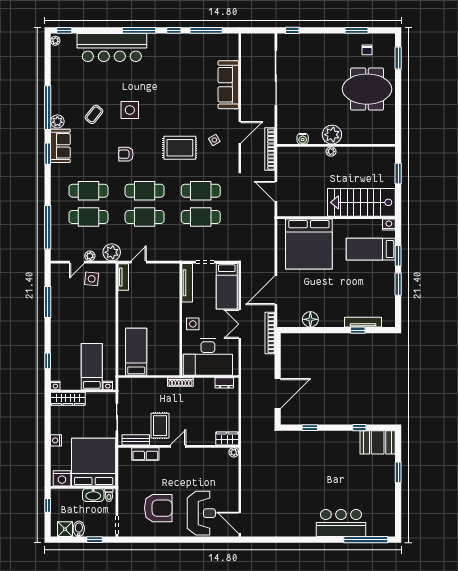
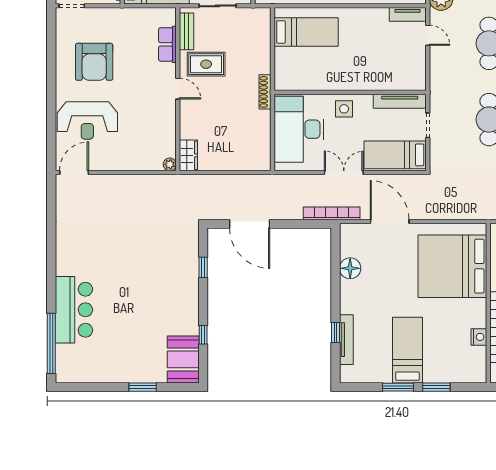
nightstand: (389, 225) -> (479, 337), moved
bed: (371, 249) -> (408, 350), moved
dresser: (224, 383) -> (264, 151), removed

